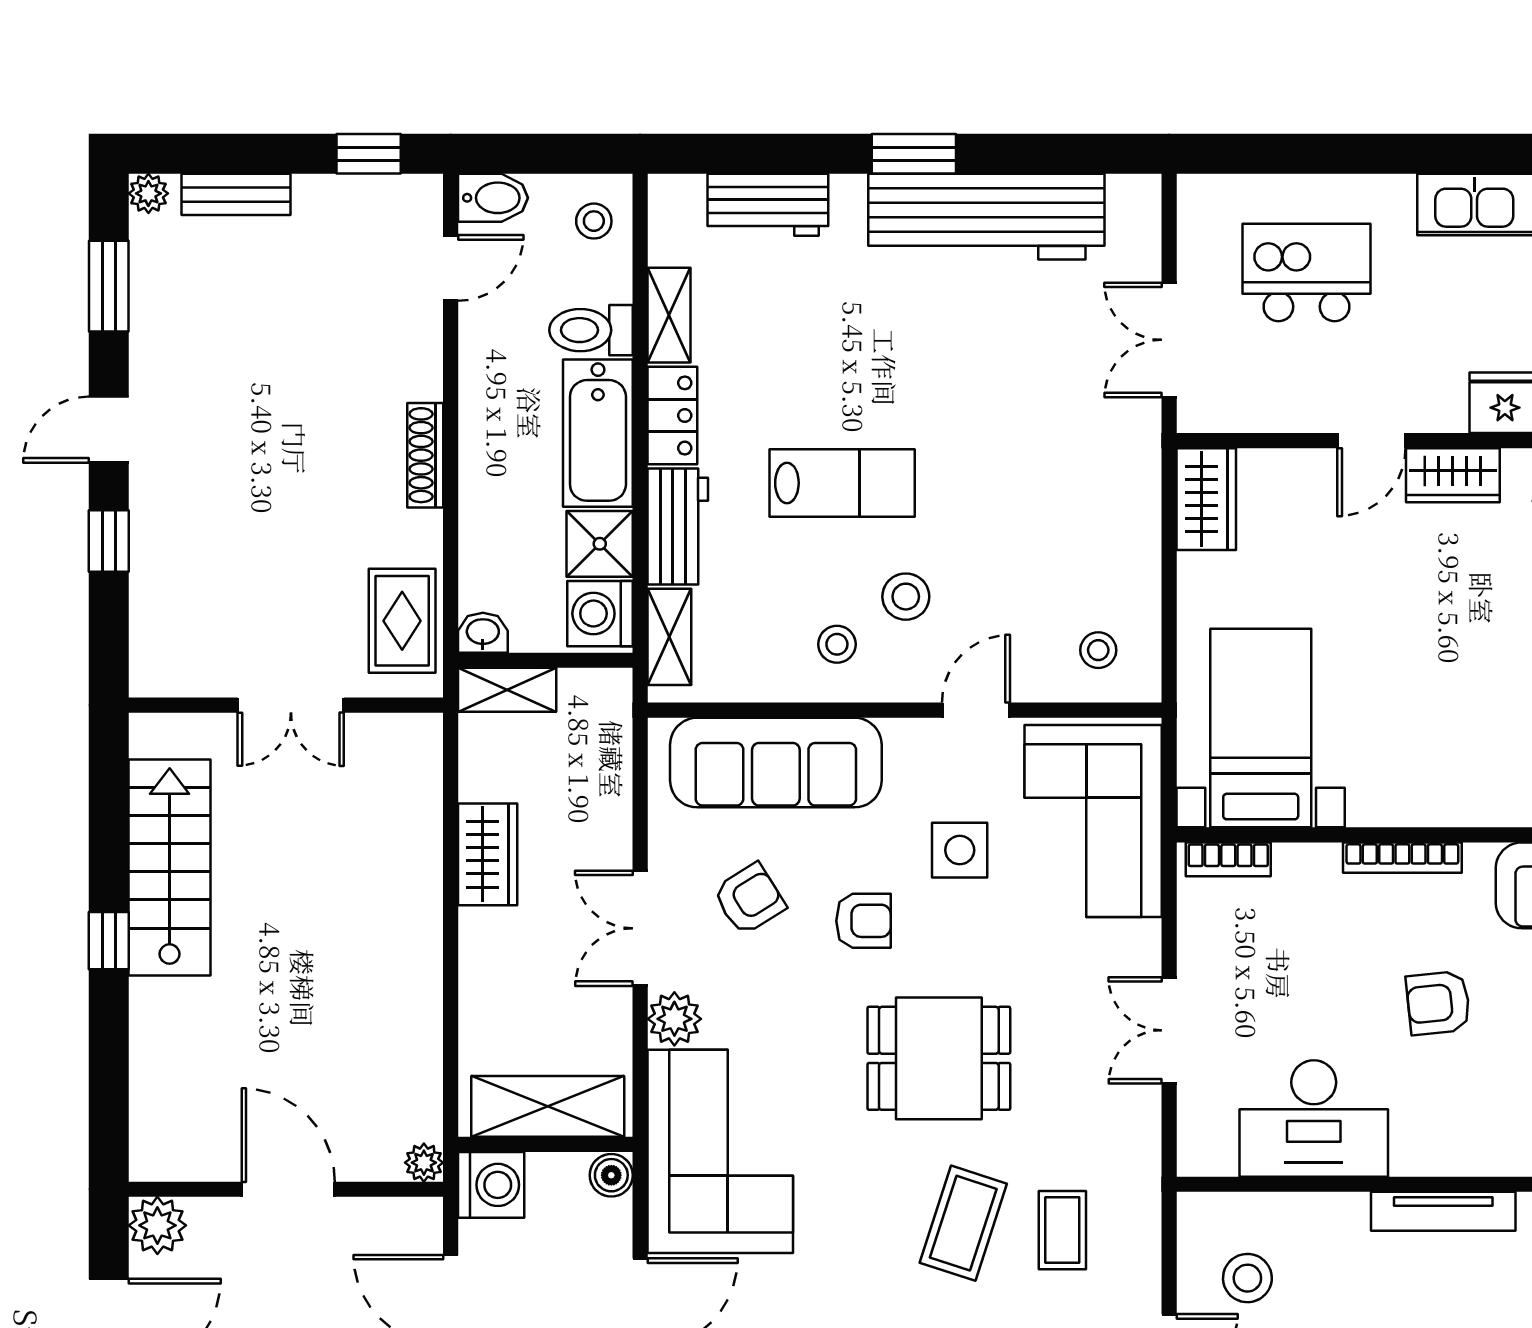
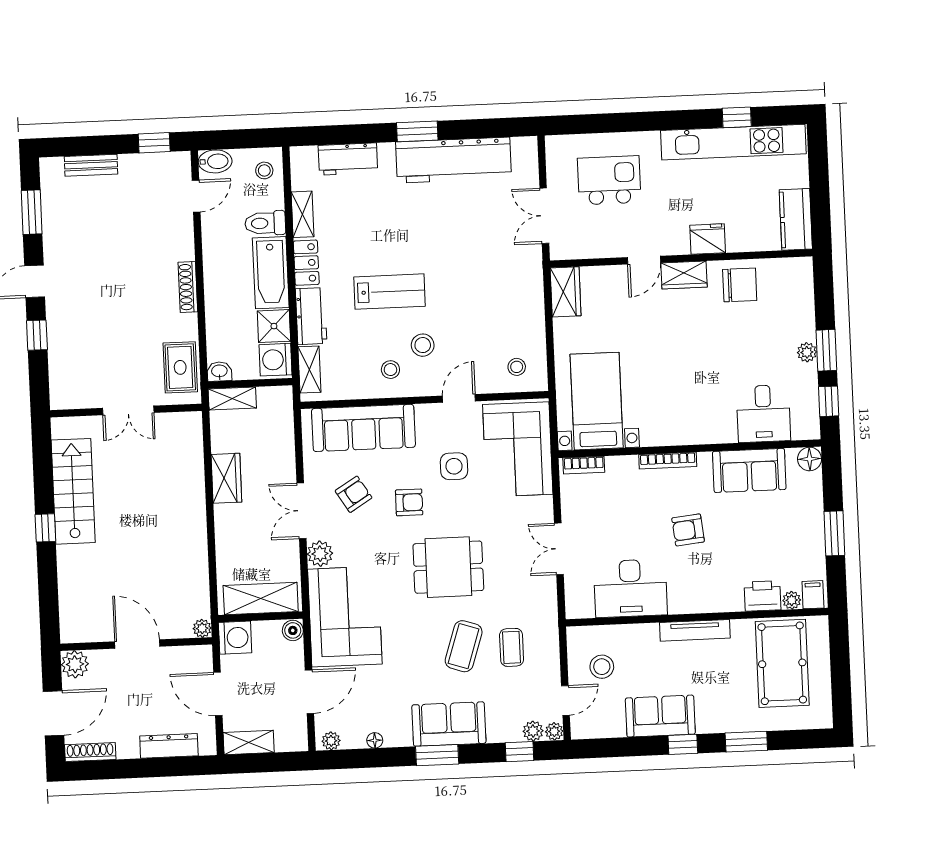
plant: (148, 193) -> (49, 167), removed

